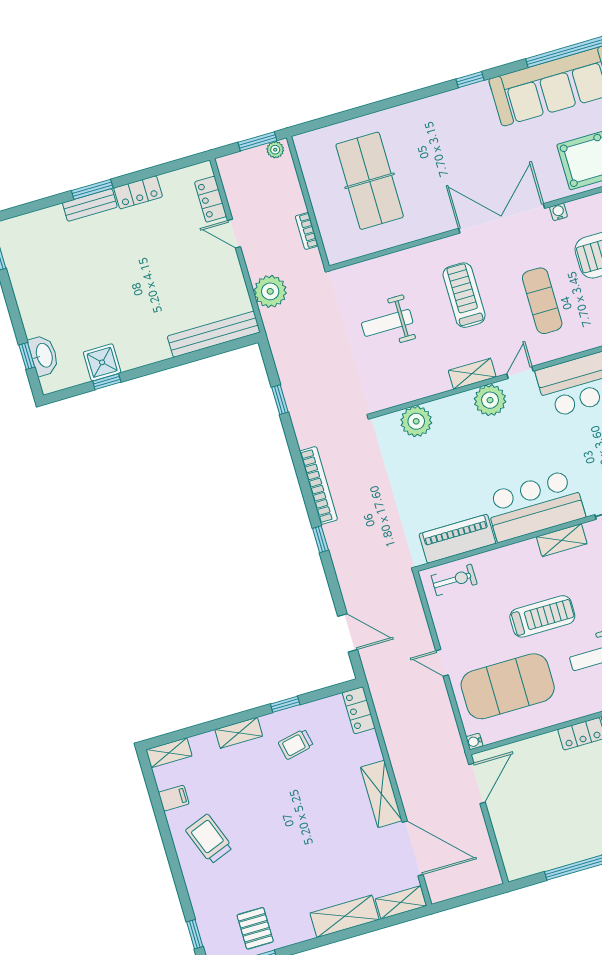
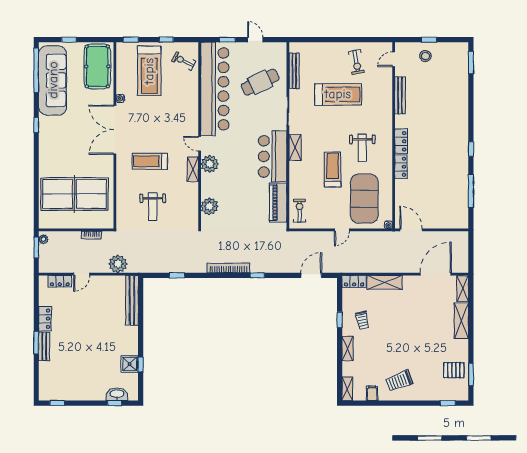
table tennis table: (370, 181) -> (74, 194), width x1.36, depth x1.32
exercise mat: (542, 301) -> (165, 121), removed
shelving: (381, 794) -> (385, 282), moved

